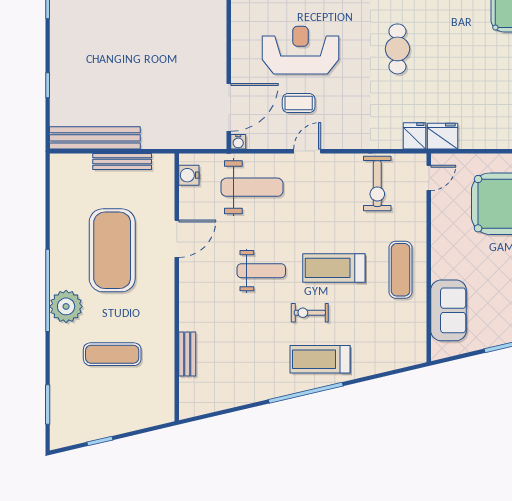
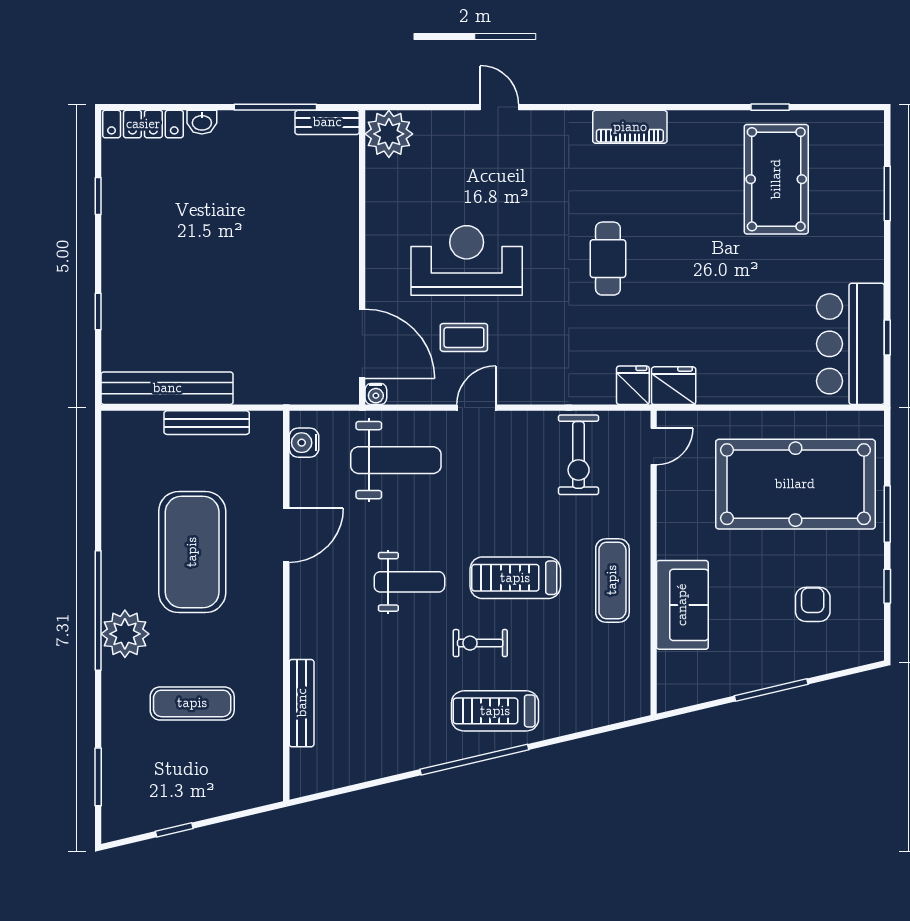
door: (229, 107) -> (362, 344), hinge flipped
sofa: (449, 310) -> (682, 605), moved
bench: (187, 354) -> (302, 703), width x1.36

